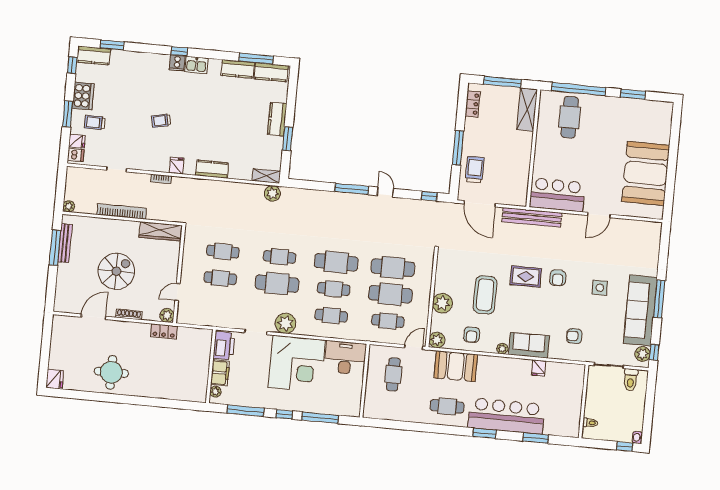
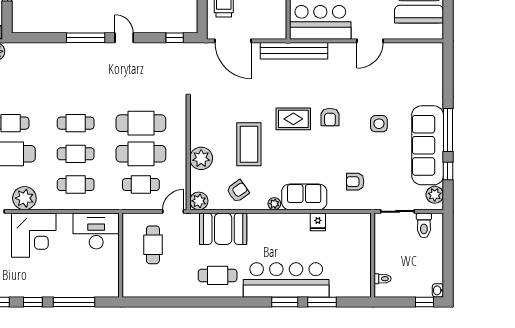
cafe table: (336, 262) -> (76, 123), width x0.73, depth x0.74
armchair: (472, 335) -> (238, 191), turned -126
window: (654, 352) -> (448, 171), moved
corner desk: (297, 364) -> (34, 235), width x0.74, depth x0.74
window: (484, 433) -> (285, 302), moved

